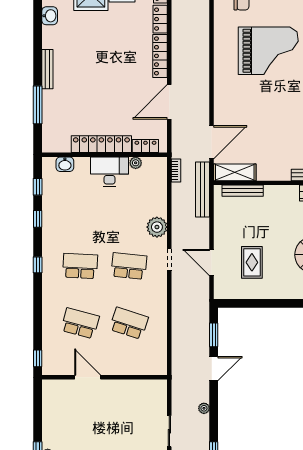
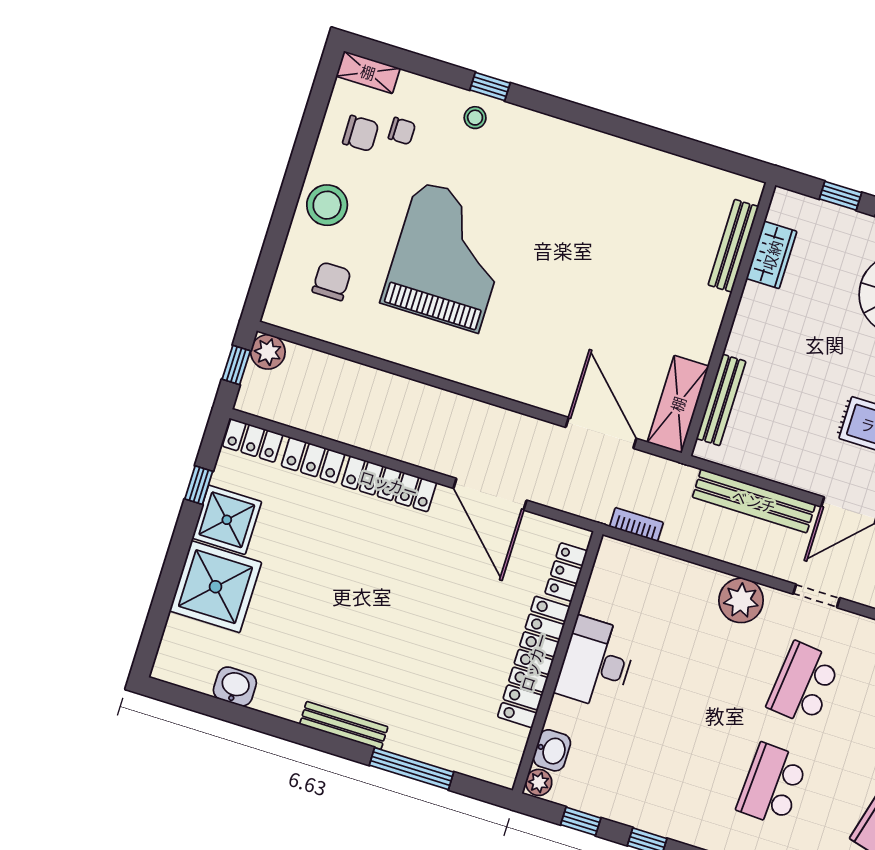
plant: (136, 163) -> (539, 782), moved
bench: (203, 190) -> (754, 501), moved

